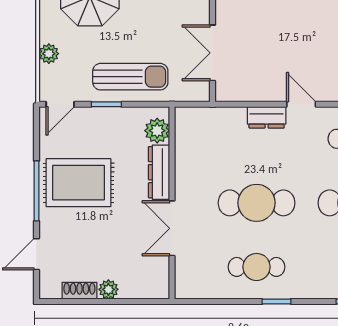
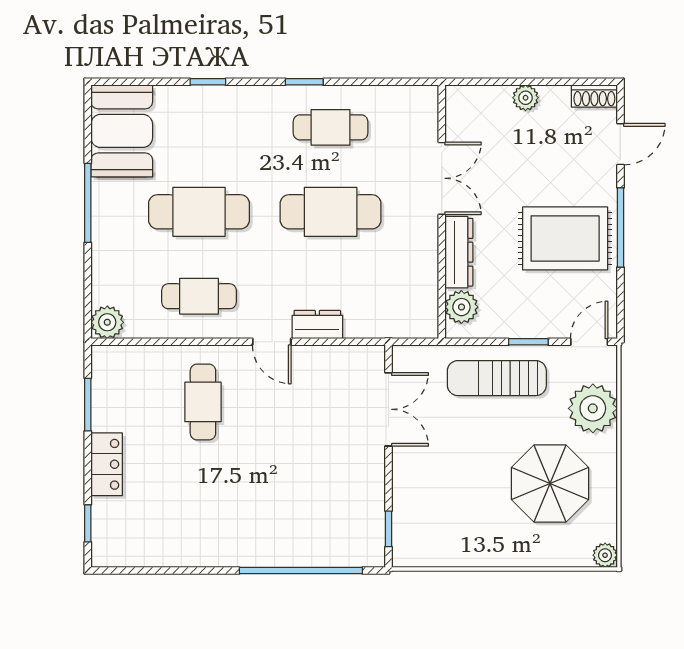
plant: (49, 54) -> (593, 408), width x1.88, depth x1.88
shoe rack: (79, 291) -> (594, 96), moved

